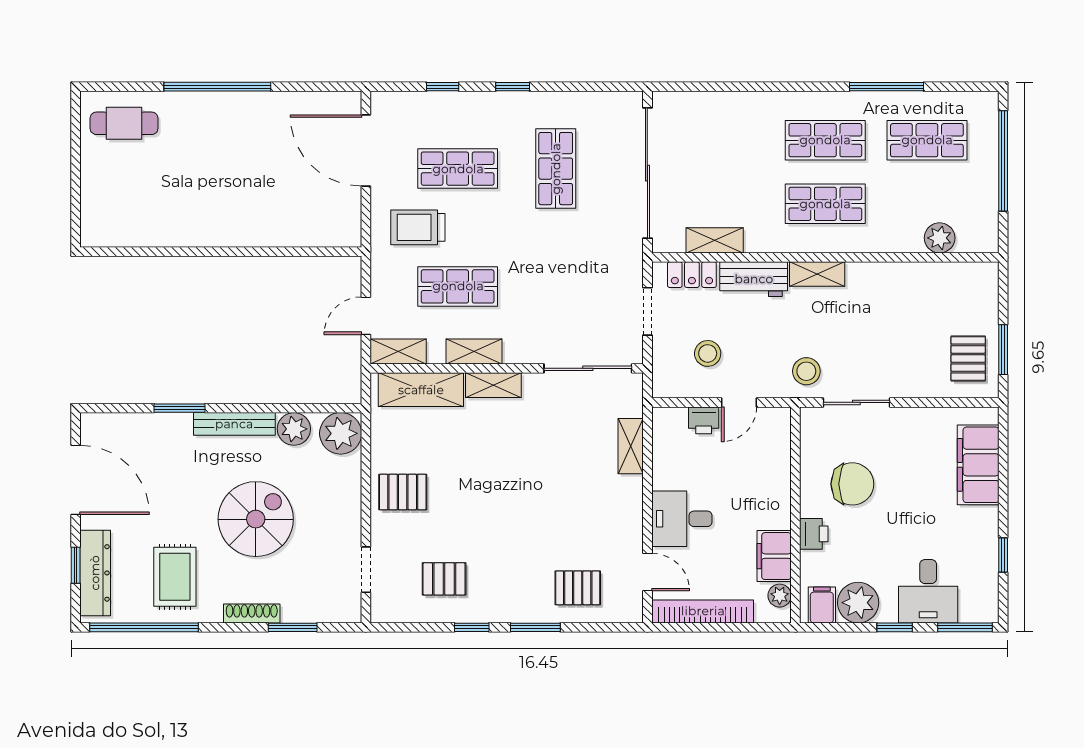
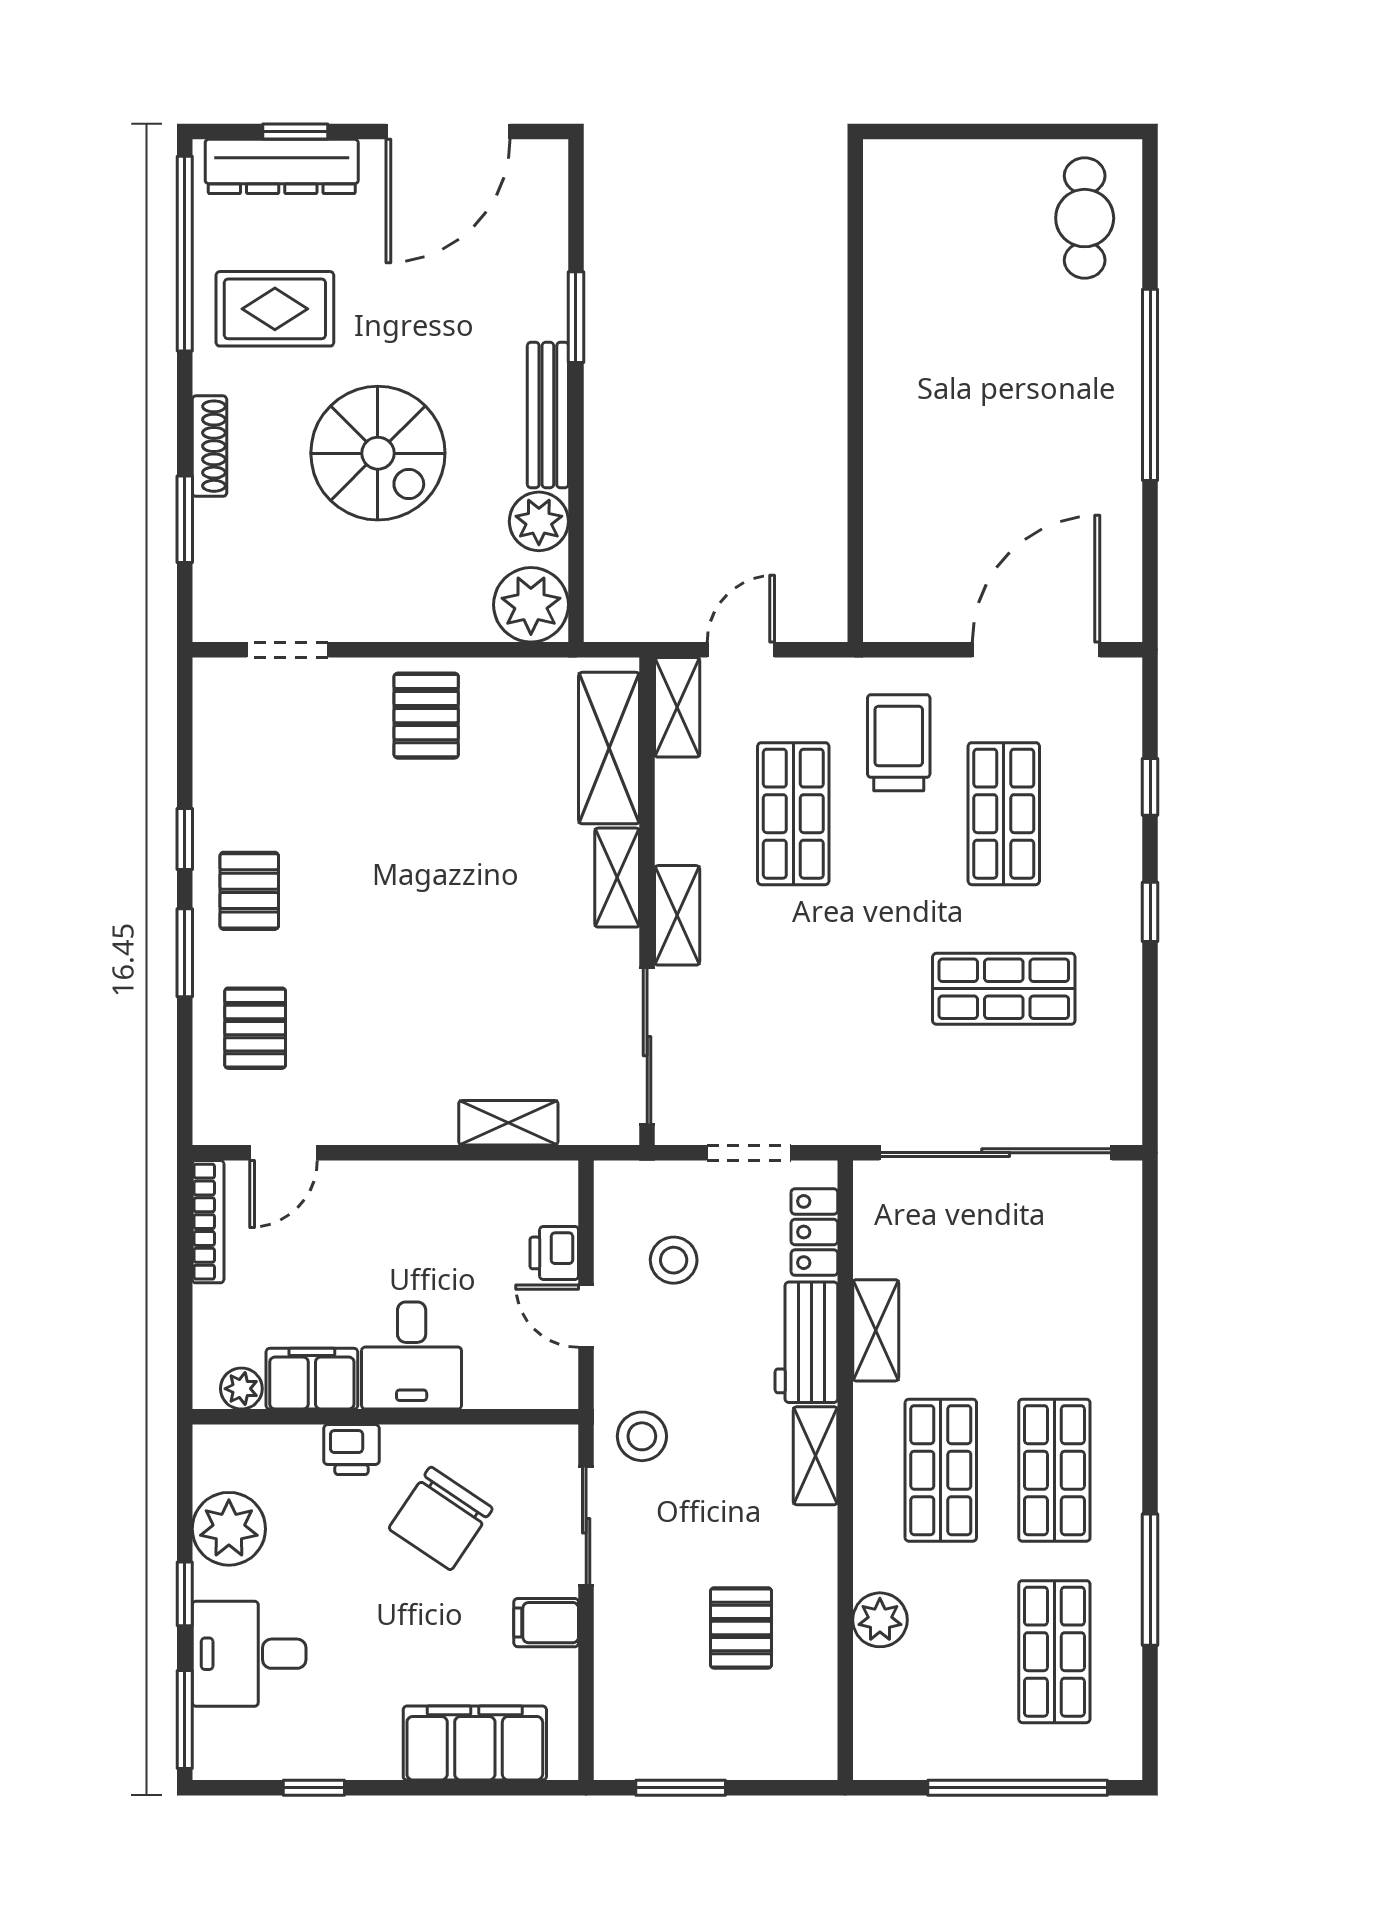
plant: (940, 238) -> (880, 1620), moved
shelving: (715, 240) -> (876, 1330), moved
door: (366, 316) -> (741, 650), hinge flipped
shelving: (474, 352) -> (677, 915), moved
pallet: (968, 359) -> (741, 1628), moved, turned 90
chair: (852, 484) -> (441, 1518), turned 34
desk: (682, 519) -> (412, 1355), moved, turned 180
pallet: (444, 579) -> (249, 891), moved
filing cabinet: (822, 605) -> (546, 1623), moved, turned 180
bookcase: (703, 611) -> (208, 1222), width x0.68, depth x0.76

